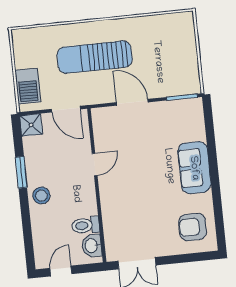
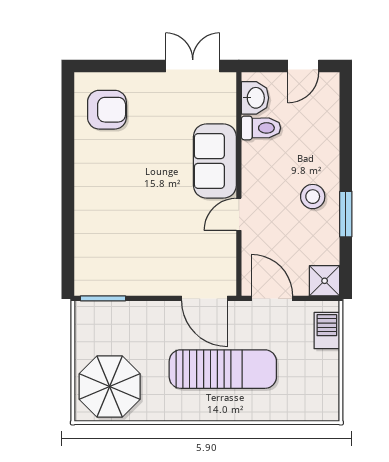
parasol: (171, 37) -> (110, 387), added
barbecue: (28, 86) -> (327, 331), width x0.73, depth x0.79
door: (132, 102) -> (204, 298), moved
sofa: (194, 168) -> (215, 161), moved, turned 180
stool: (41, 196) -> (313, 197), moved

